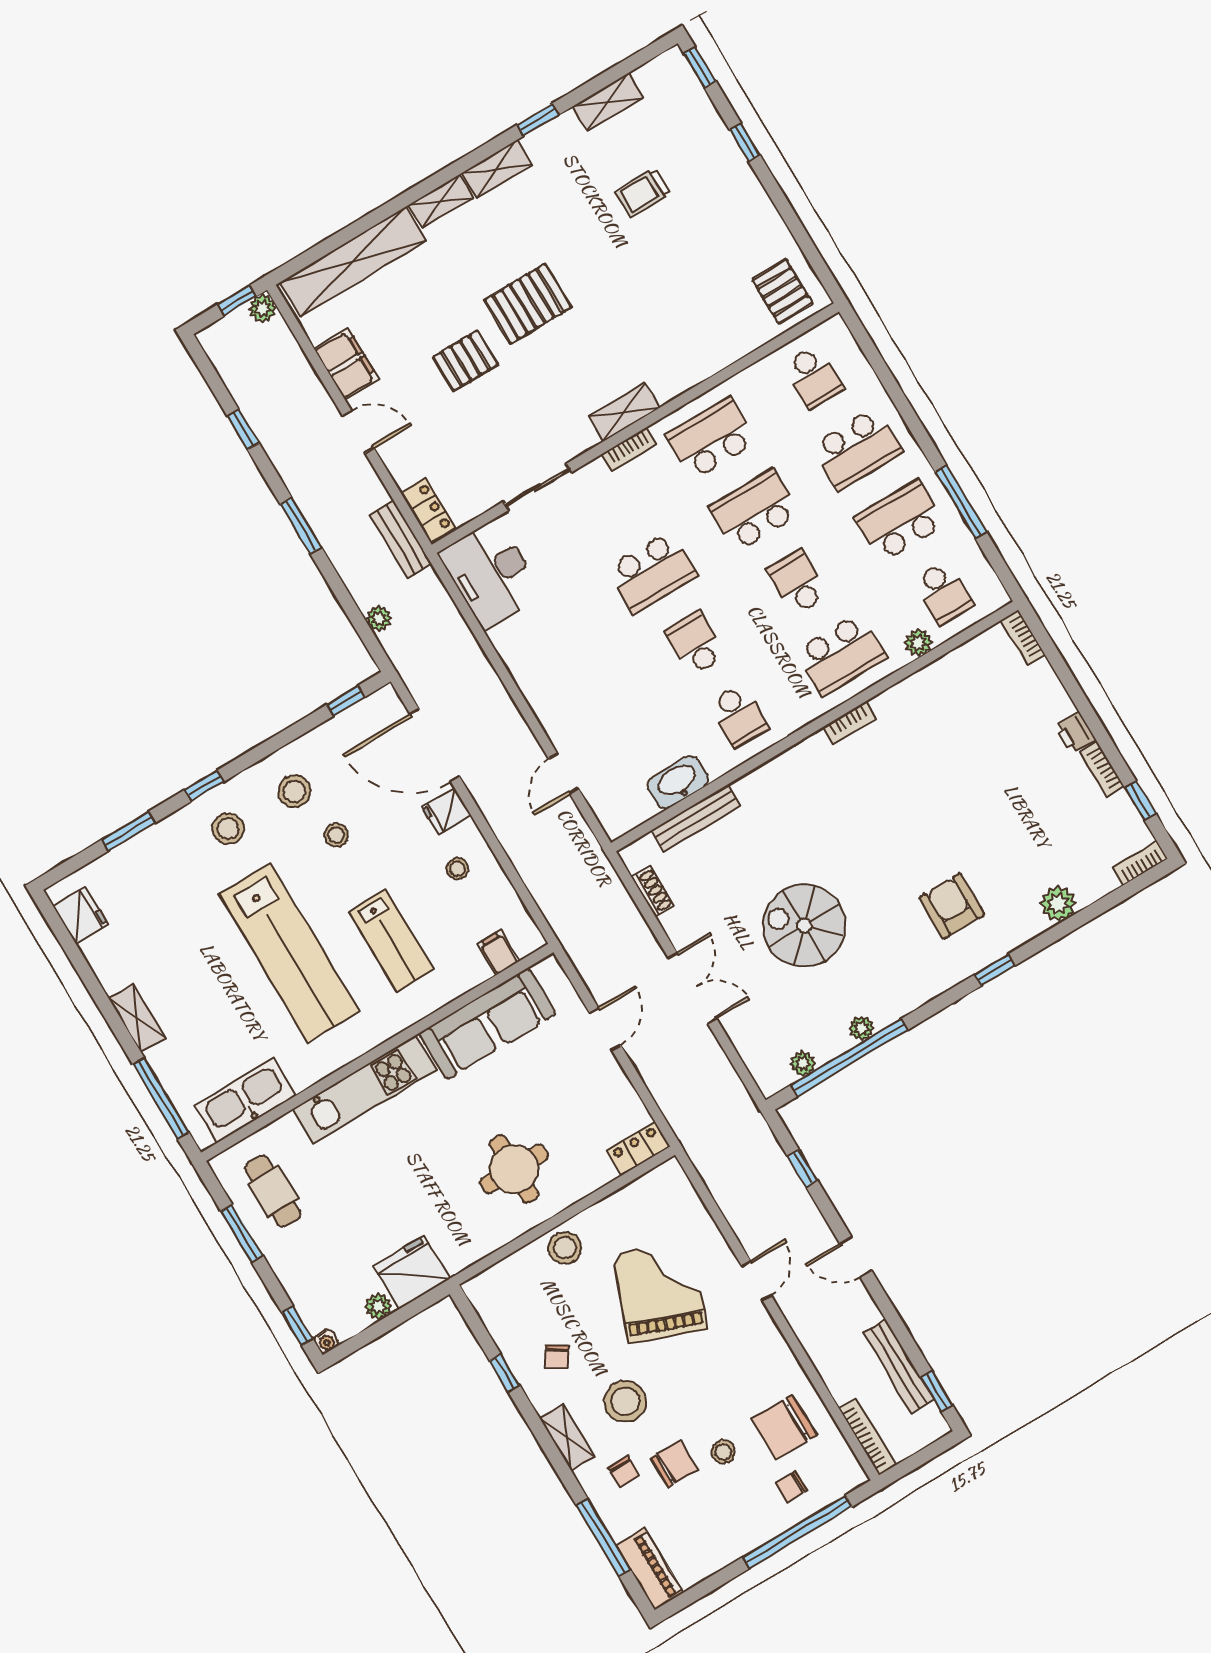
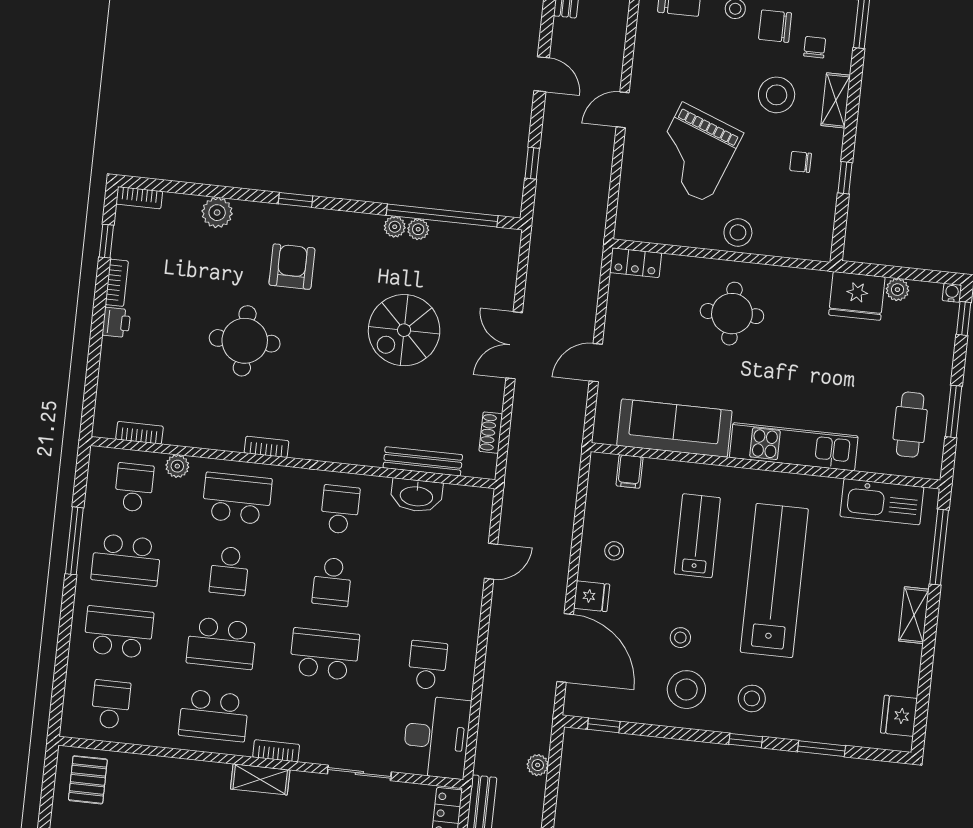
school desk: (550, 634) -> (427, 665), added
bookcase: (1023, 638) -> (139, 433), moved, turned -90
stool: (294, 791) -> (686, 690), width x1.38, depth x1.38
round table: (944, 805) -> (245, 341), added
armchair: (952, 906) -> (292, 267), turned 180
spiral stairs: (804, 926) -> (404, 330), turned 90
plant: (803, 1064) -> (395, 227), moved
chair: (557, 1356) -> (801, 162), turned -123

